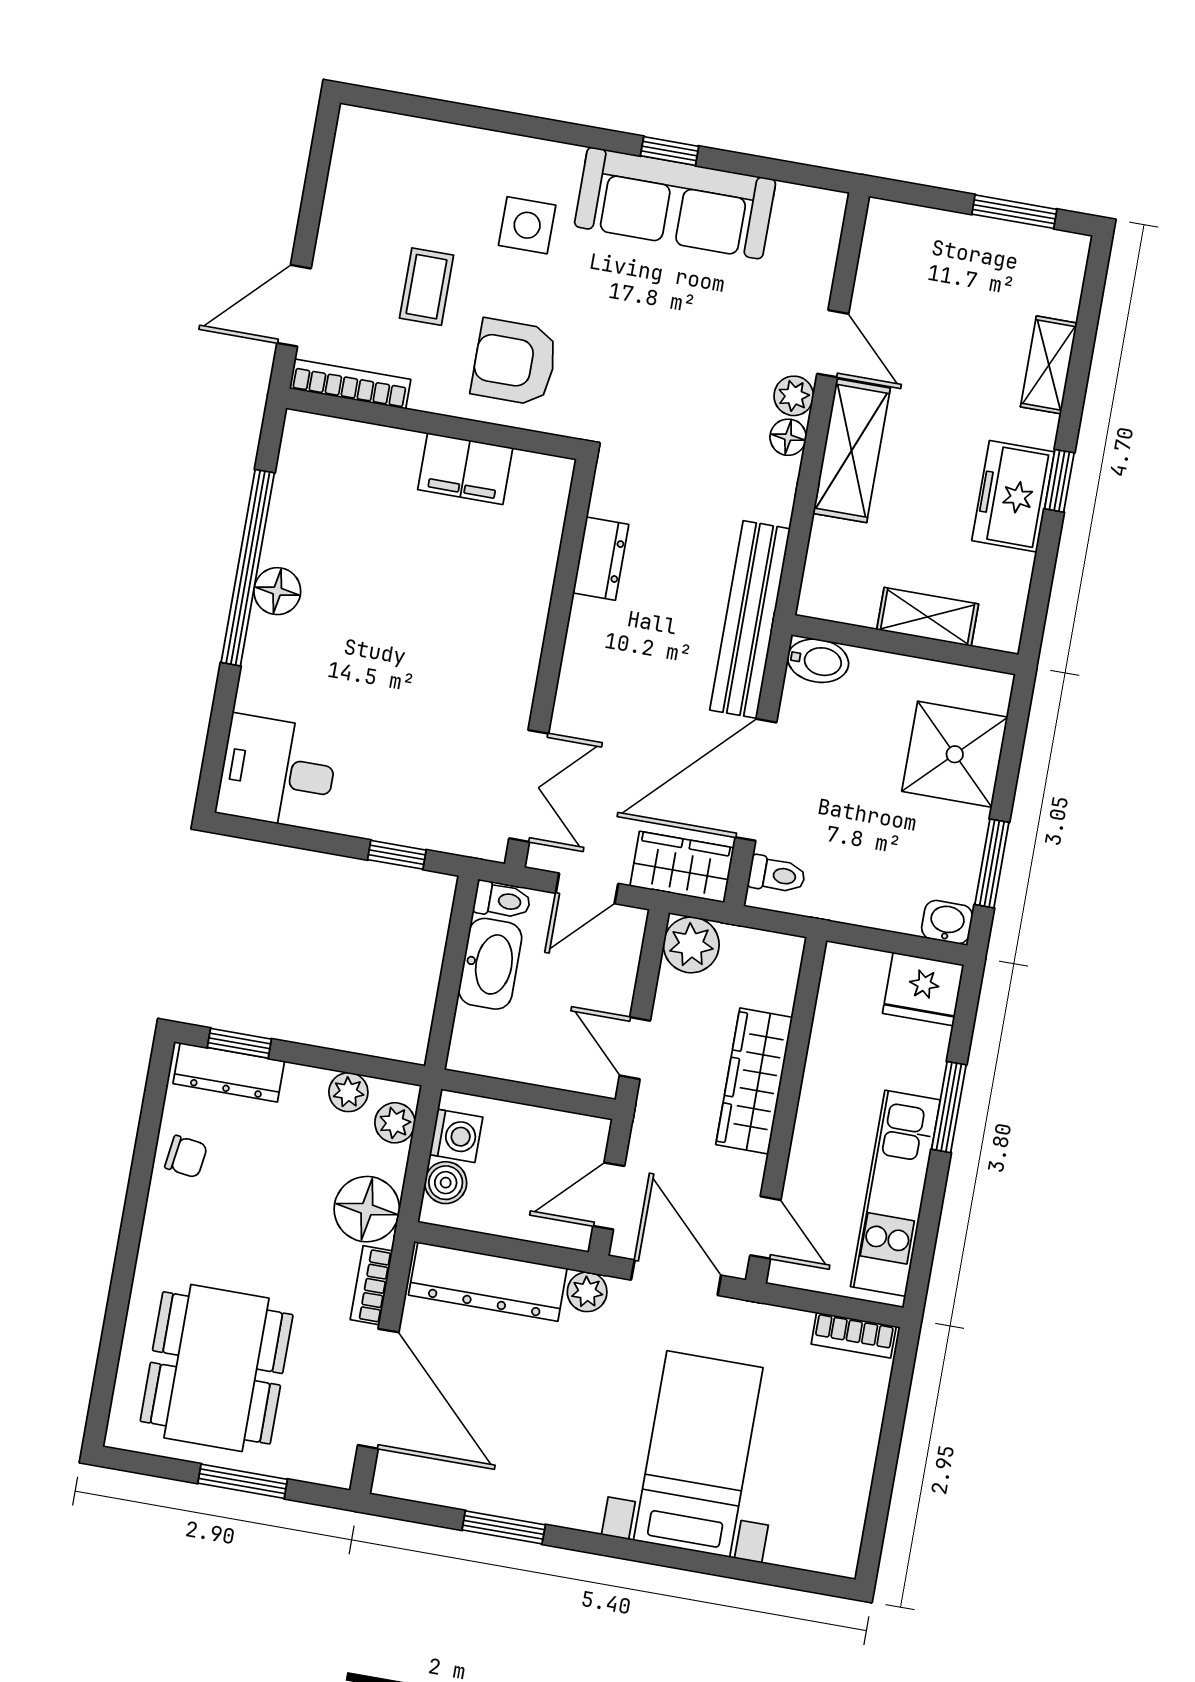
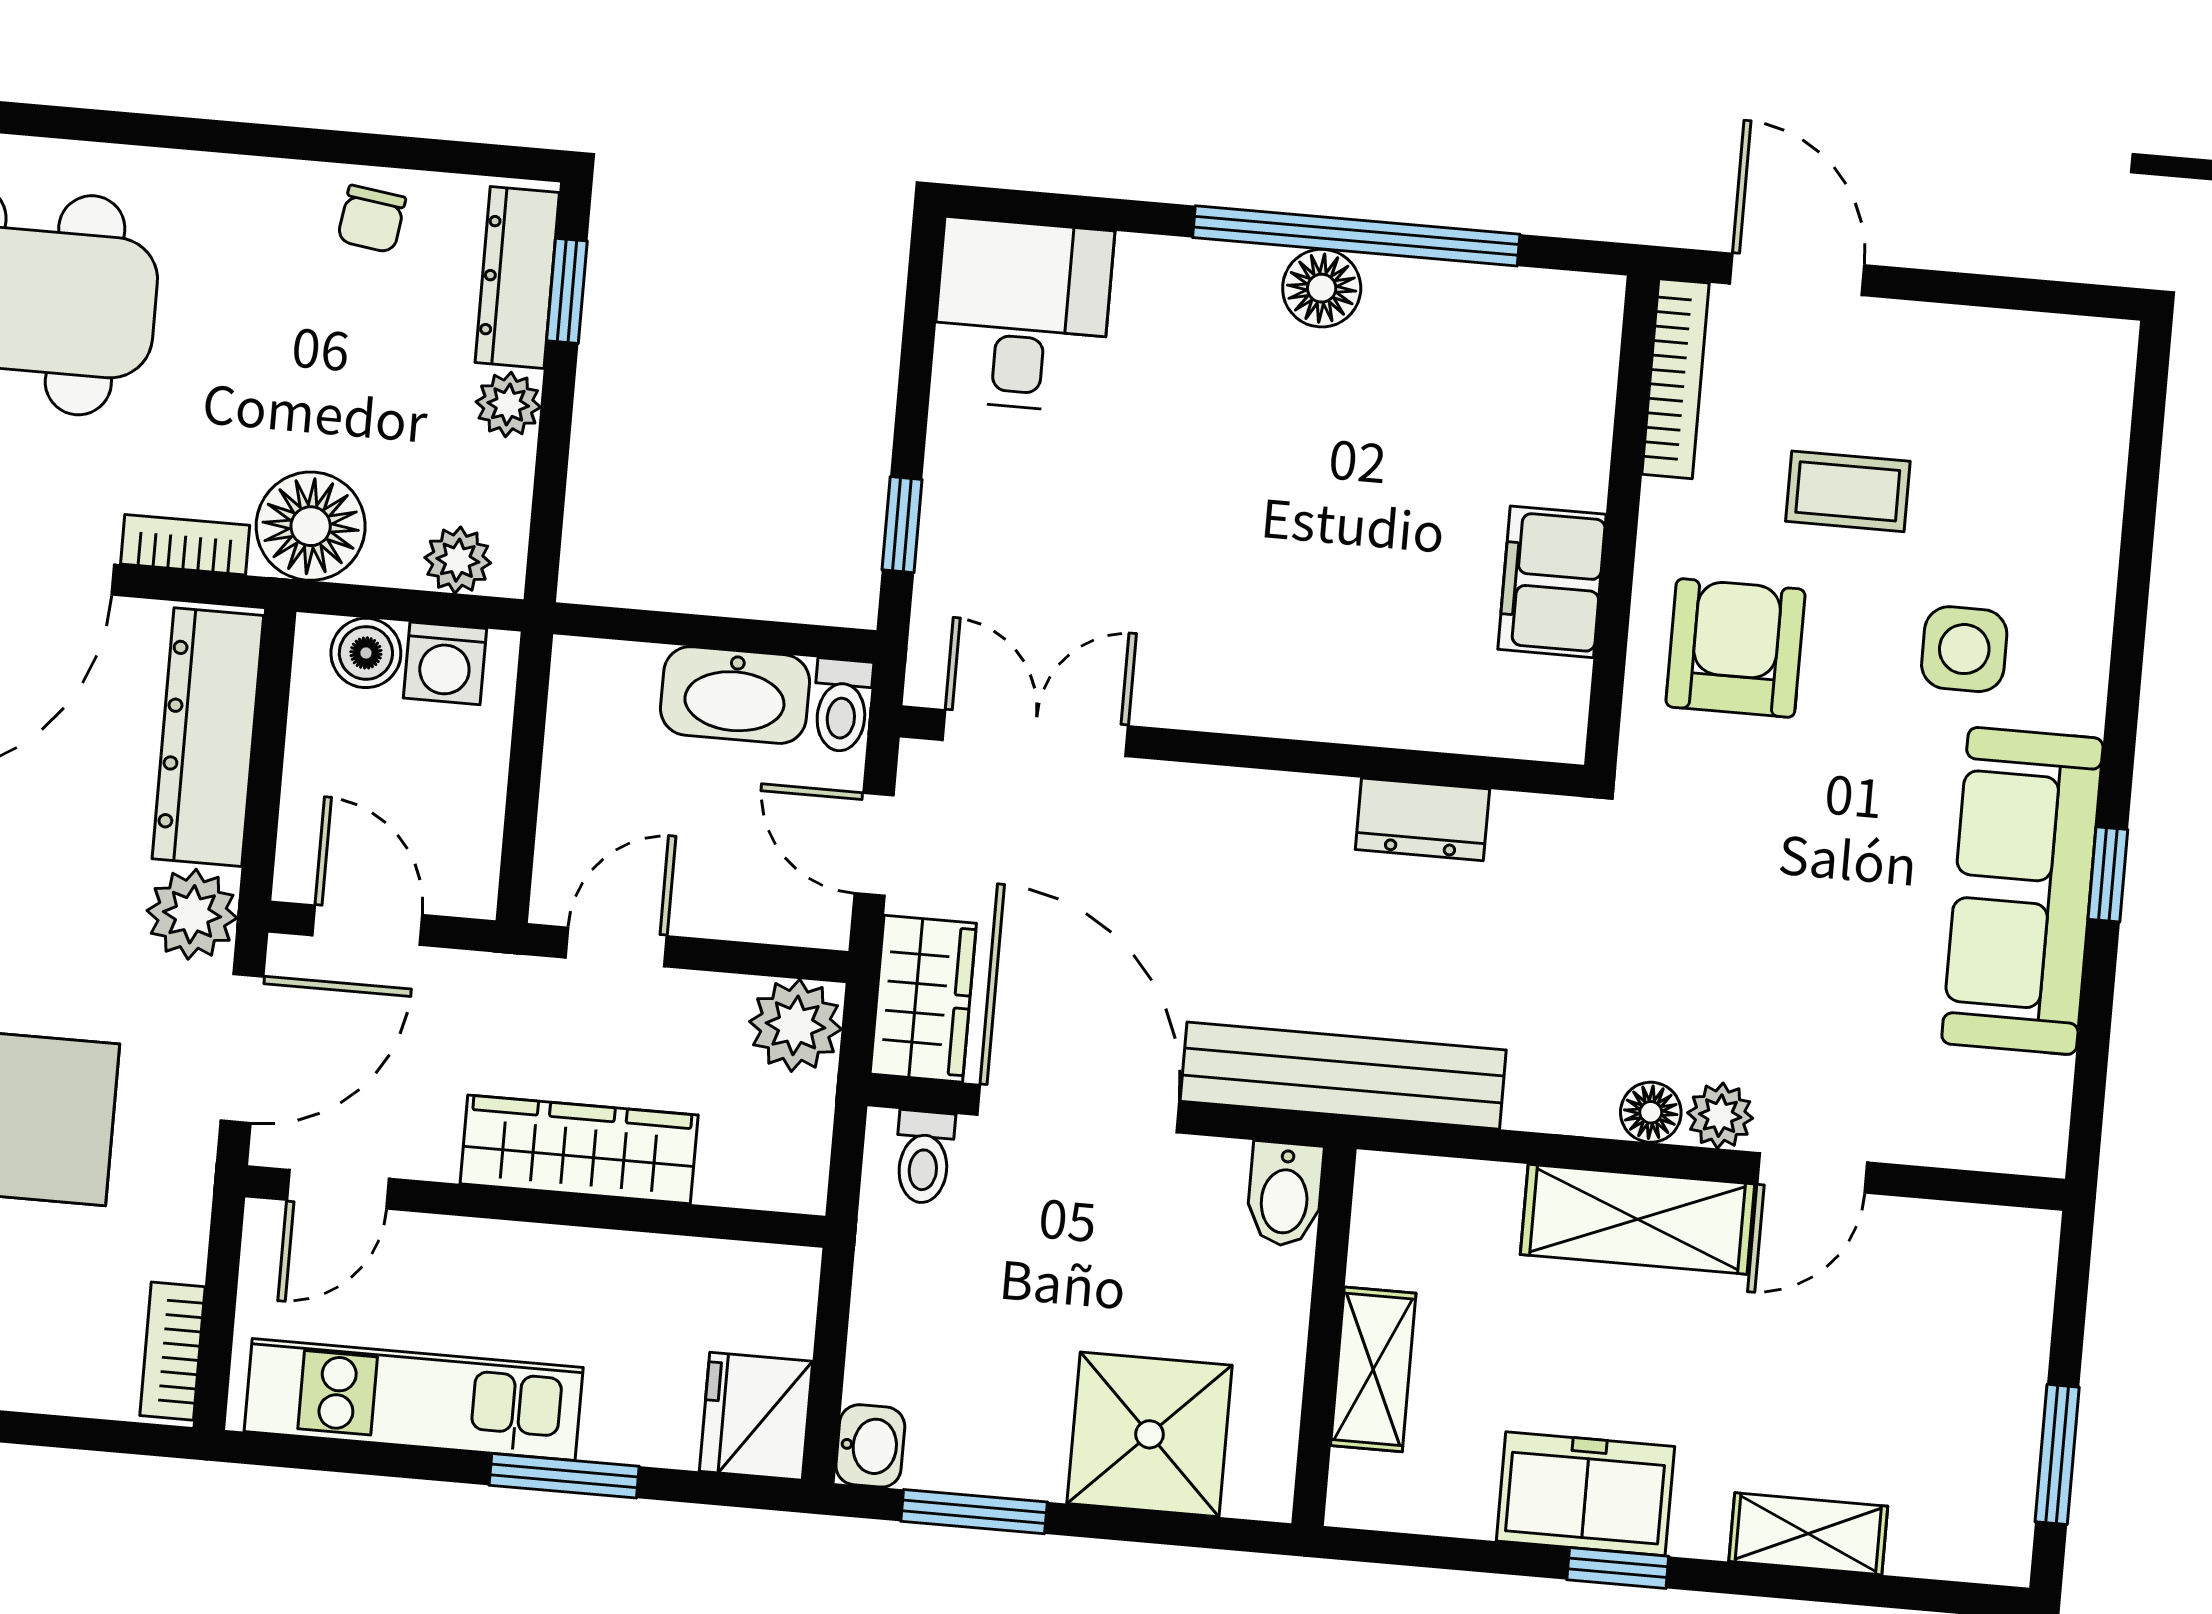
double door: (529, 786) -> (1035, 733), swing flipped
plant: (348, 1092) -> (508, 404), moved
plant: (587, 1292) -> (192, 914), width x1.38, depth x1.38

